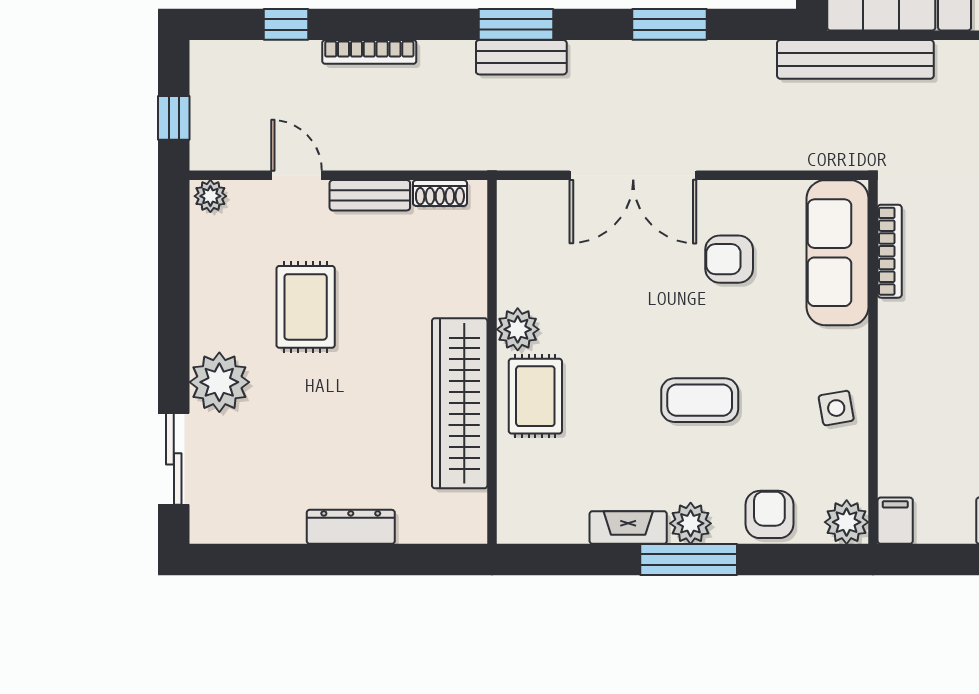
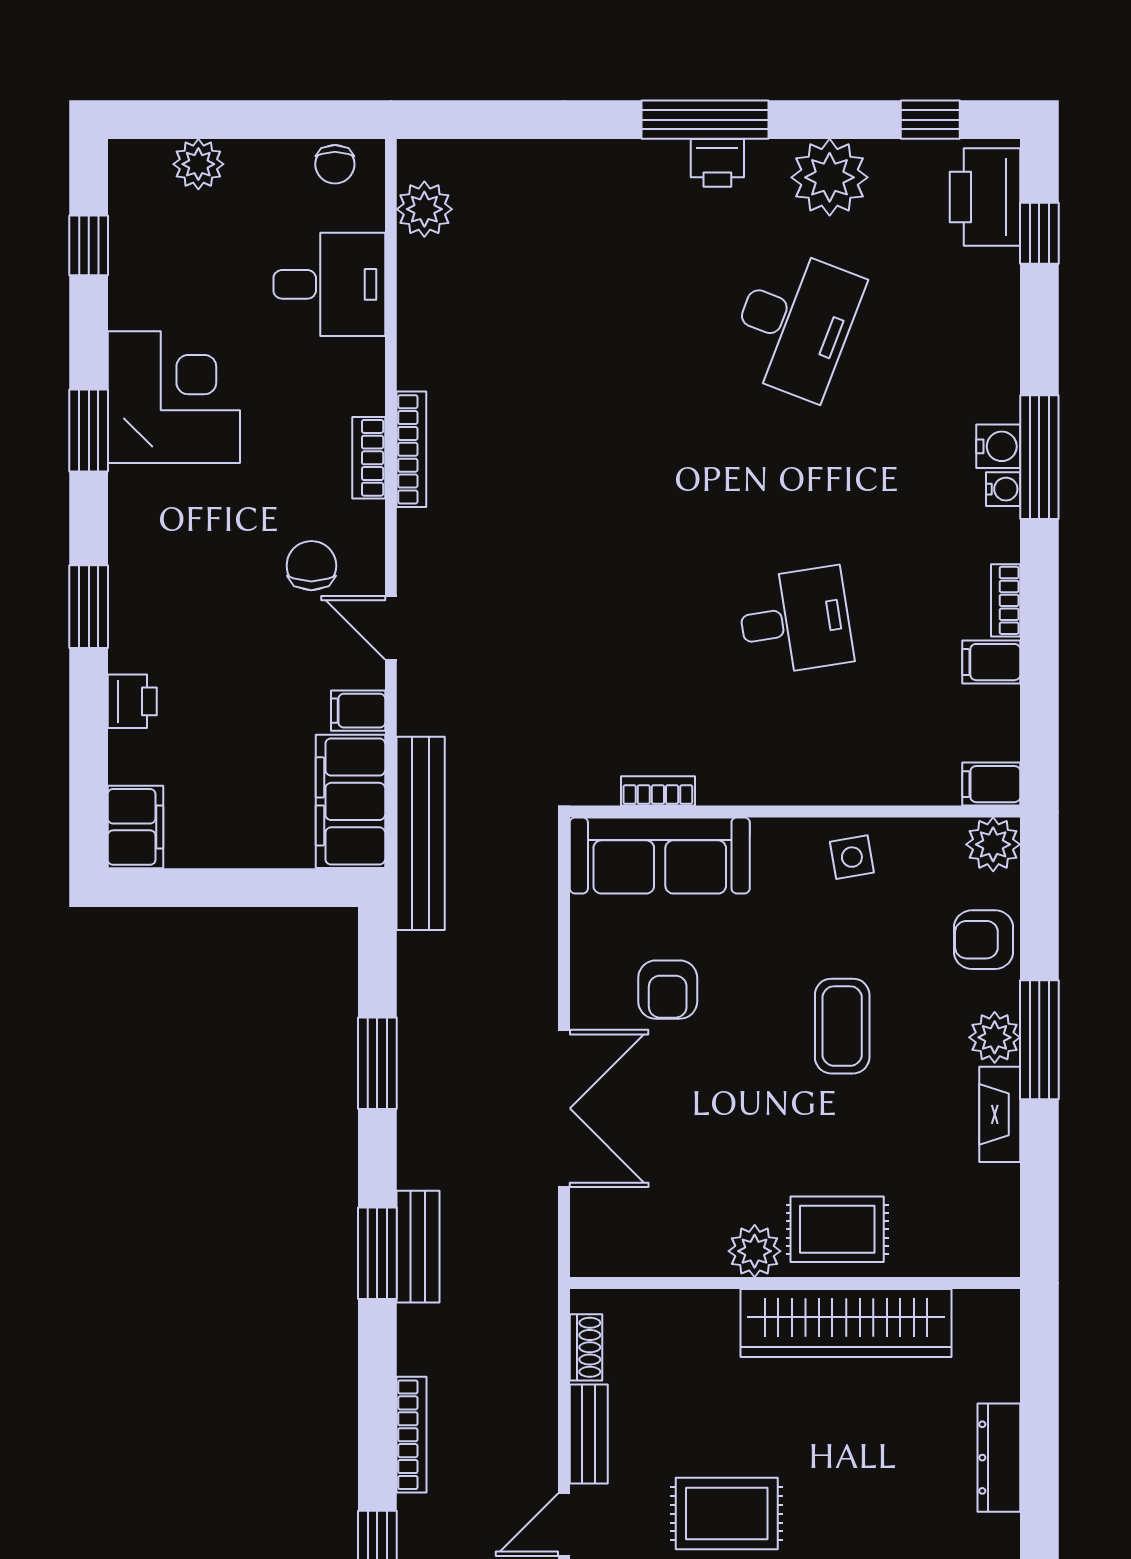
bookcase: (890, 251) -> (658, 791), width x0.64

